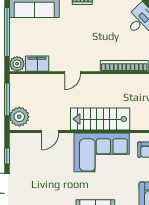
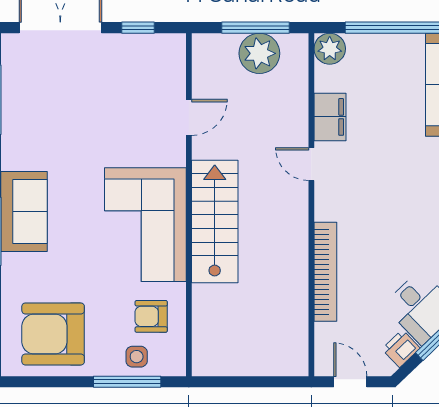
filing cabinet: (37, 64) -> (330, 117), moved
plant: (19, 117) -> (259, 53), moved
door: (50, 132) -> (189, 117), swing flipped

